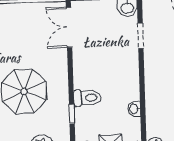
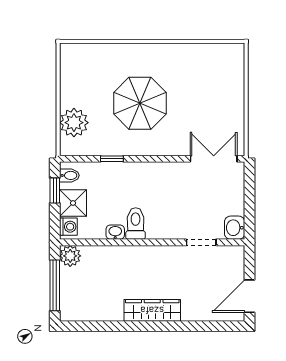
toilet: (87, 98) -> (136, 224), moved, turned 180

